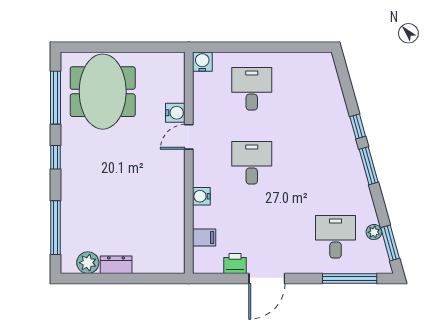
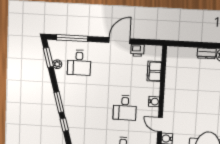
door: (189, 137) -> (160, 125), swing flipped
water cooler: (201, 196) -> (154, 102), moved
filing cabinet: (204, 238) -> (154, 71), width x2.00

